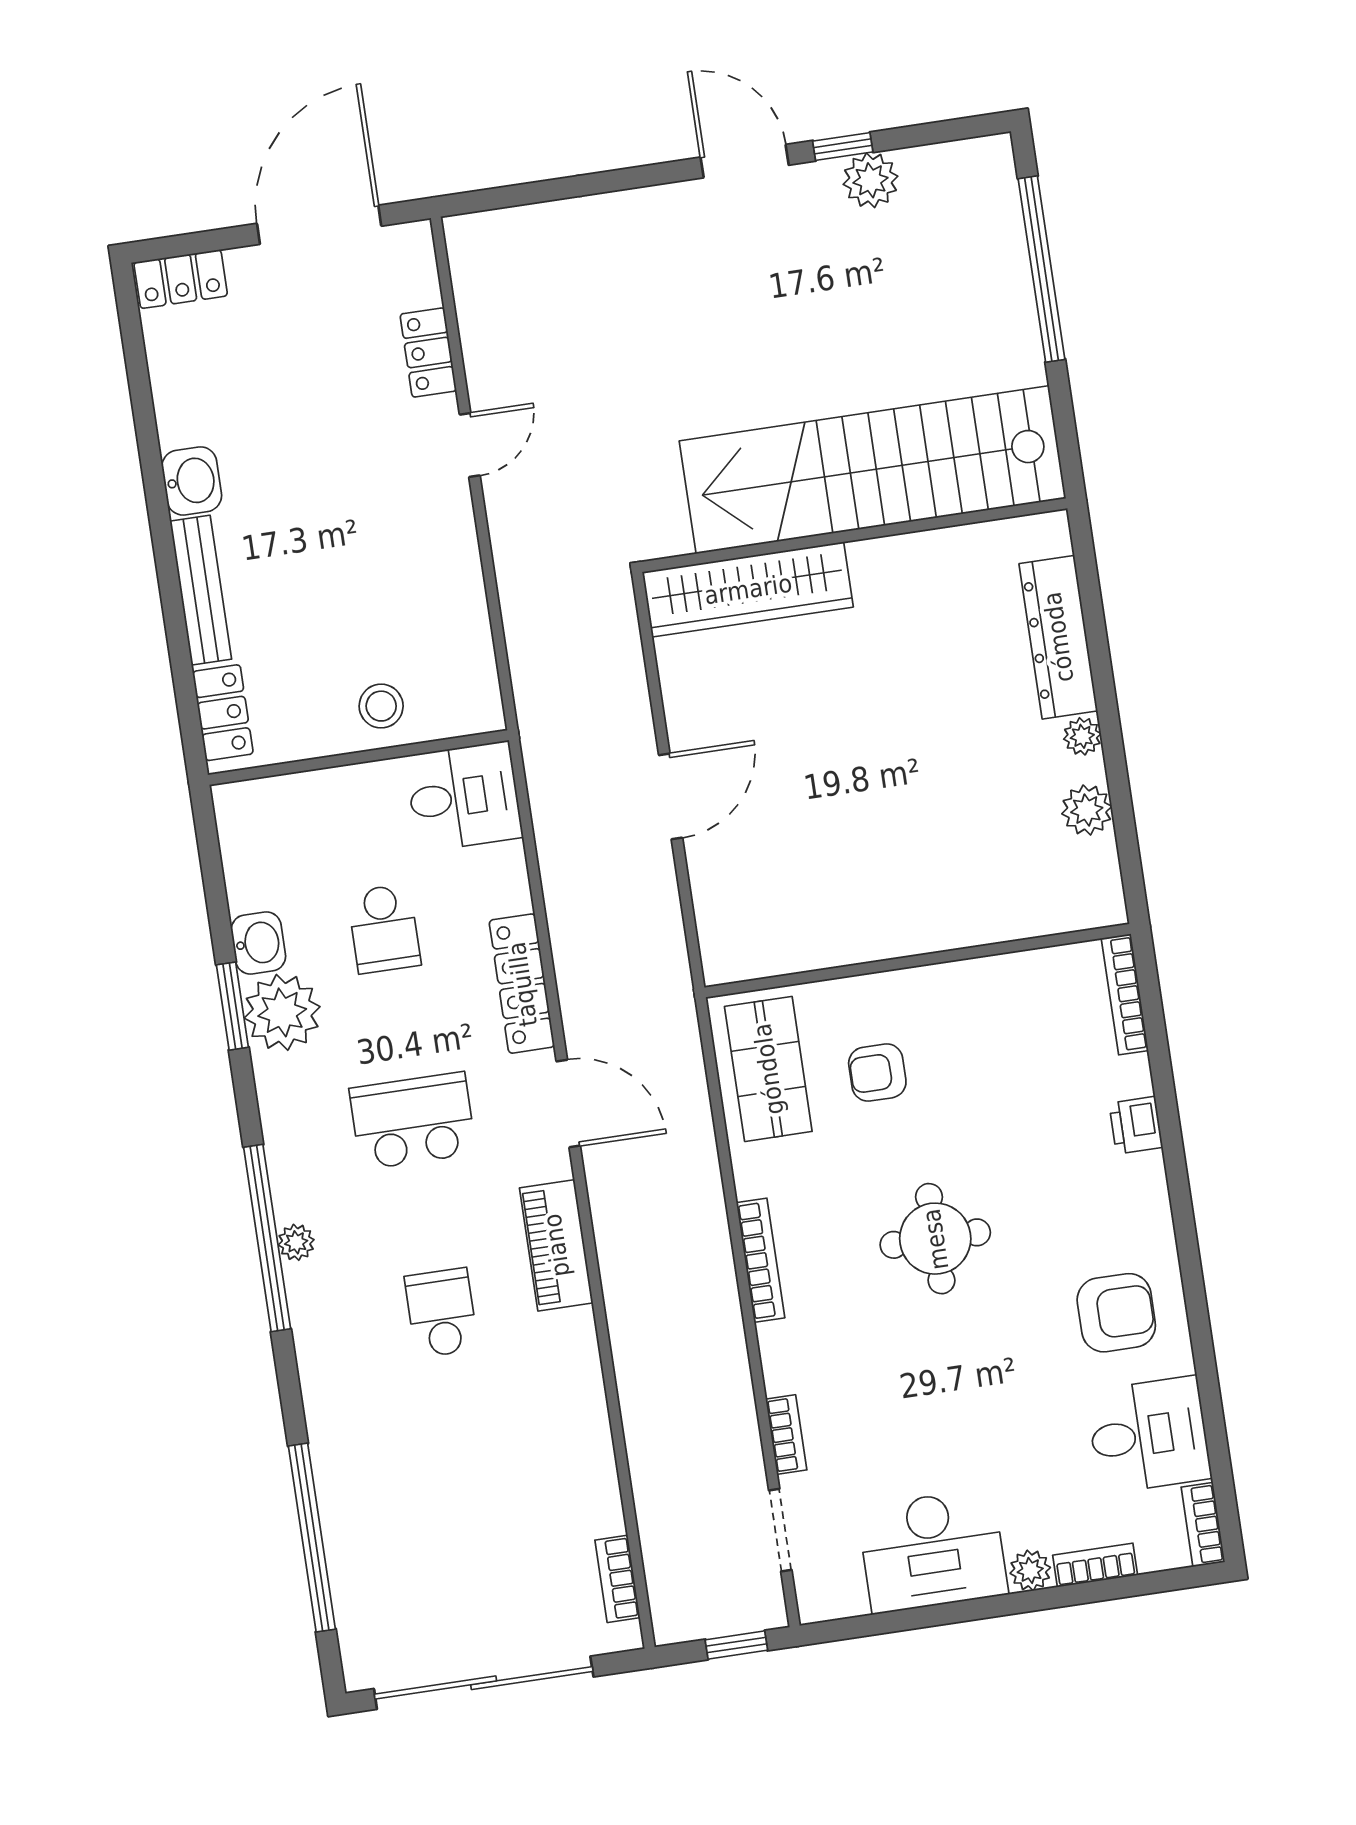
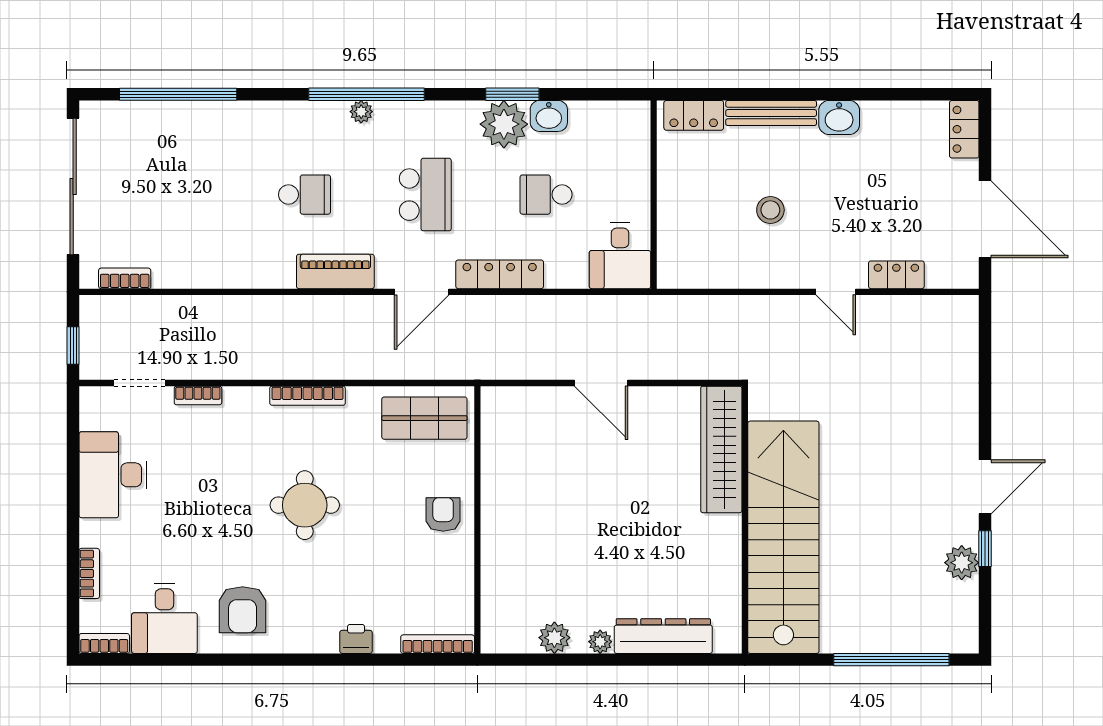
stool: (381, 706) -> (770, 210), moved
armchair: (877, 1073) -> (443, 514), moved
plant: (1030, 1570) -> (92, 533), removed

